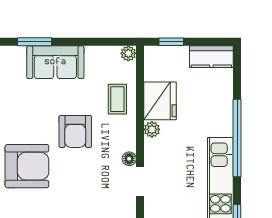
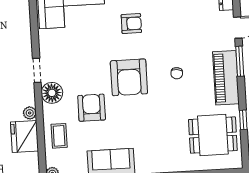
floor lamp: (129, 159) -> (52, 93), width x1.89, depth x1.89
armchair: (27, 166) -> (129, 77), turned -90

